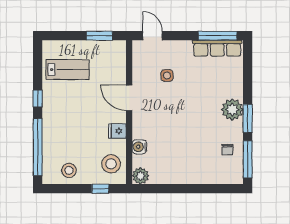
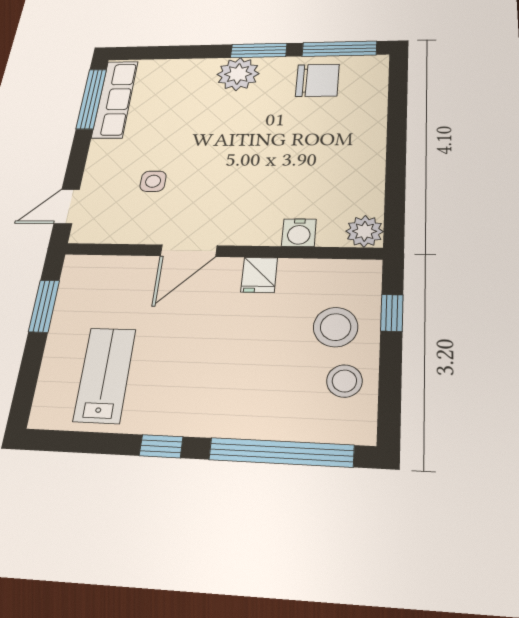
chair: (227, 150) -> (317, 80), width x1.87, depth x1.87
stool: (111, 164) -> (336, 327), moved

